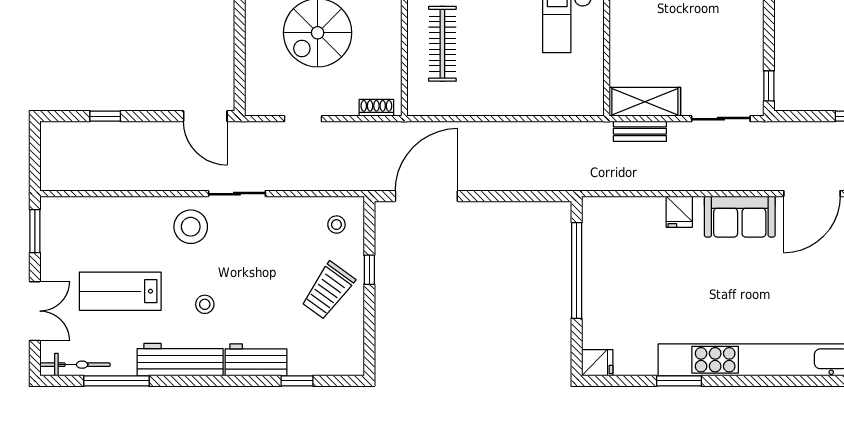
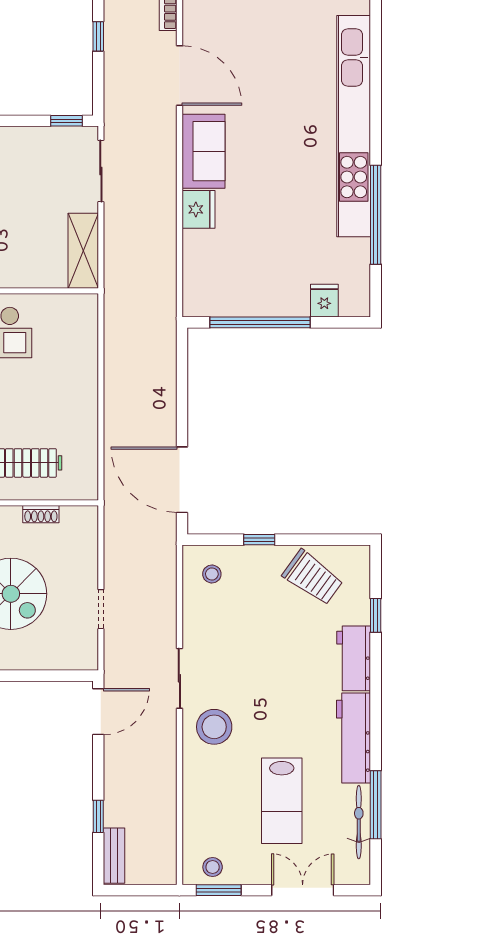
shoe rack: (376, 108) -> (41, 514), moved, turned -90
bench: (640, 131) -> (114, 856), moved
fridge: (679, 212) -> (198, 209), width x1.38
trolley: (328, 291) -> (313, 578), moved
stool: (205, 304) -> (213, 867), moved
fridge: (597, 363) -> (324, 301), moved
bicycle: (75, 365) -> (359, 822), moved
window: (679, 381) -> (376, 215), width x2.11

